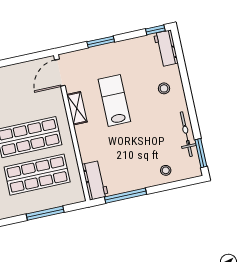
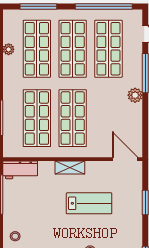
shelving: (77, 108) -> (70, 168), moved

